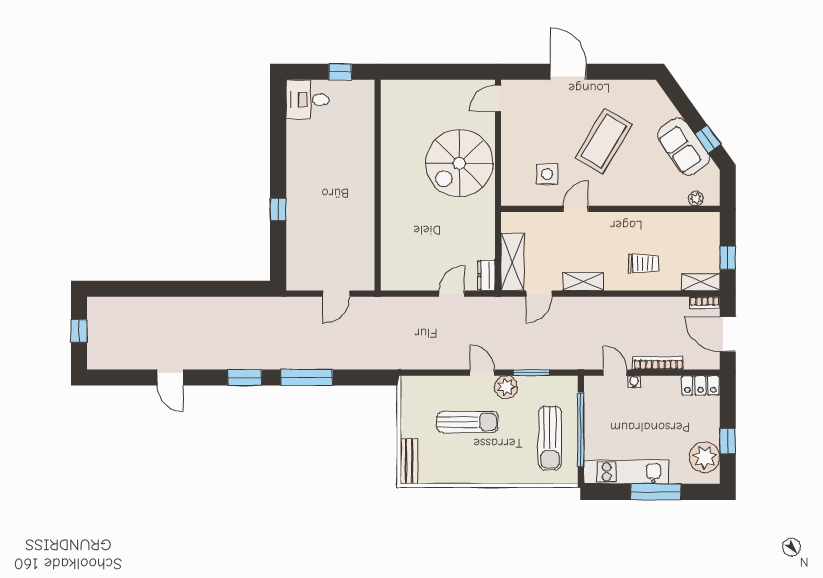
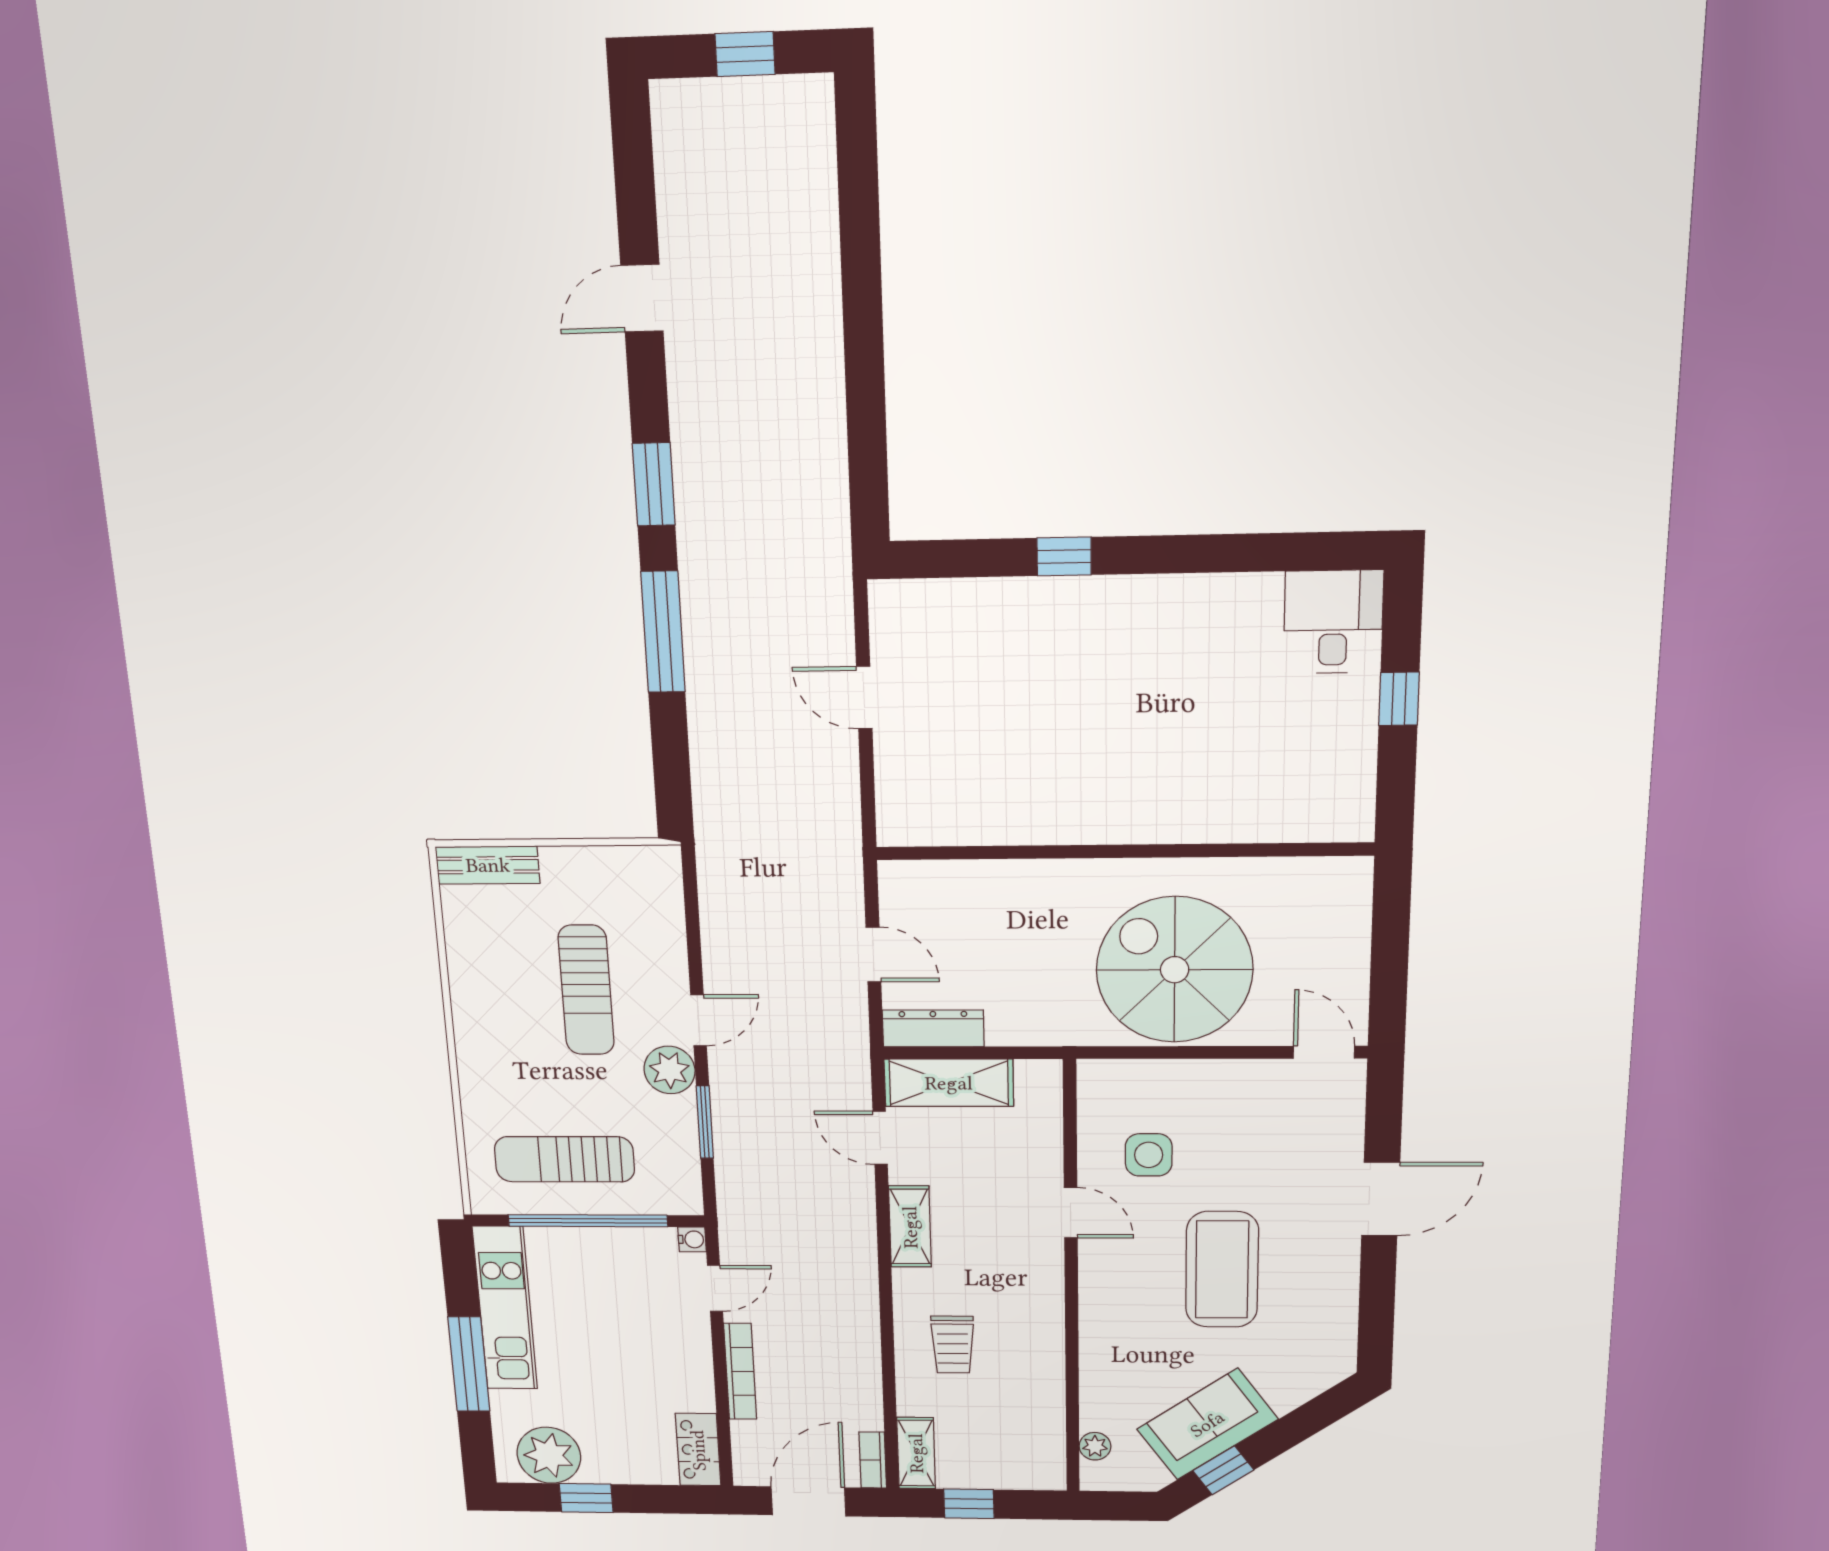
coffee table: (604, 141) -> (1222, 1270), turned 59
wall: (378, 185) -> (1123, 851), moved
dresser: (486, 275) -> (933, 1028), width x1.44
water cooler: (634, 382) -> (692, 1239), moved

